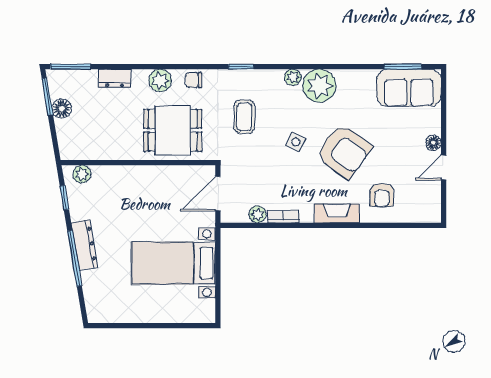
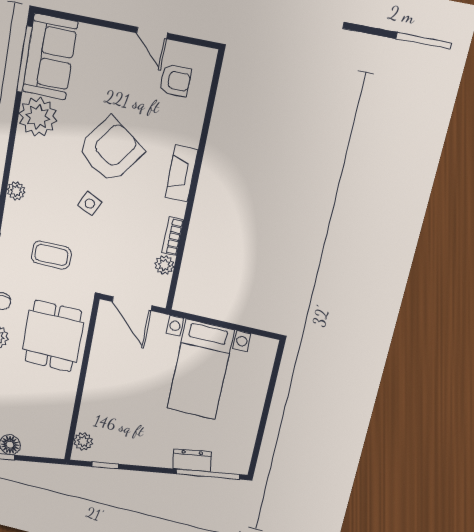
window: (403, 67) -> (24, 59), width x1.44
plant: (319, 86) -> (38, 117), moved
floor lamp: (433, 143) -> (120, 40), removed
armchair: (382, 195) -> (175, 80), moved
dresser: (84, 245) -> (192, 460), moved, width x0.70
window: (75, 258) -> (208, 474), moved

